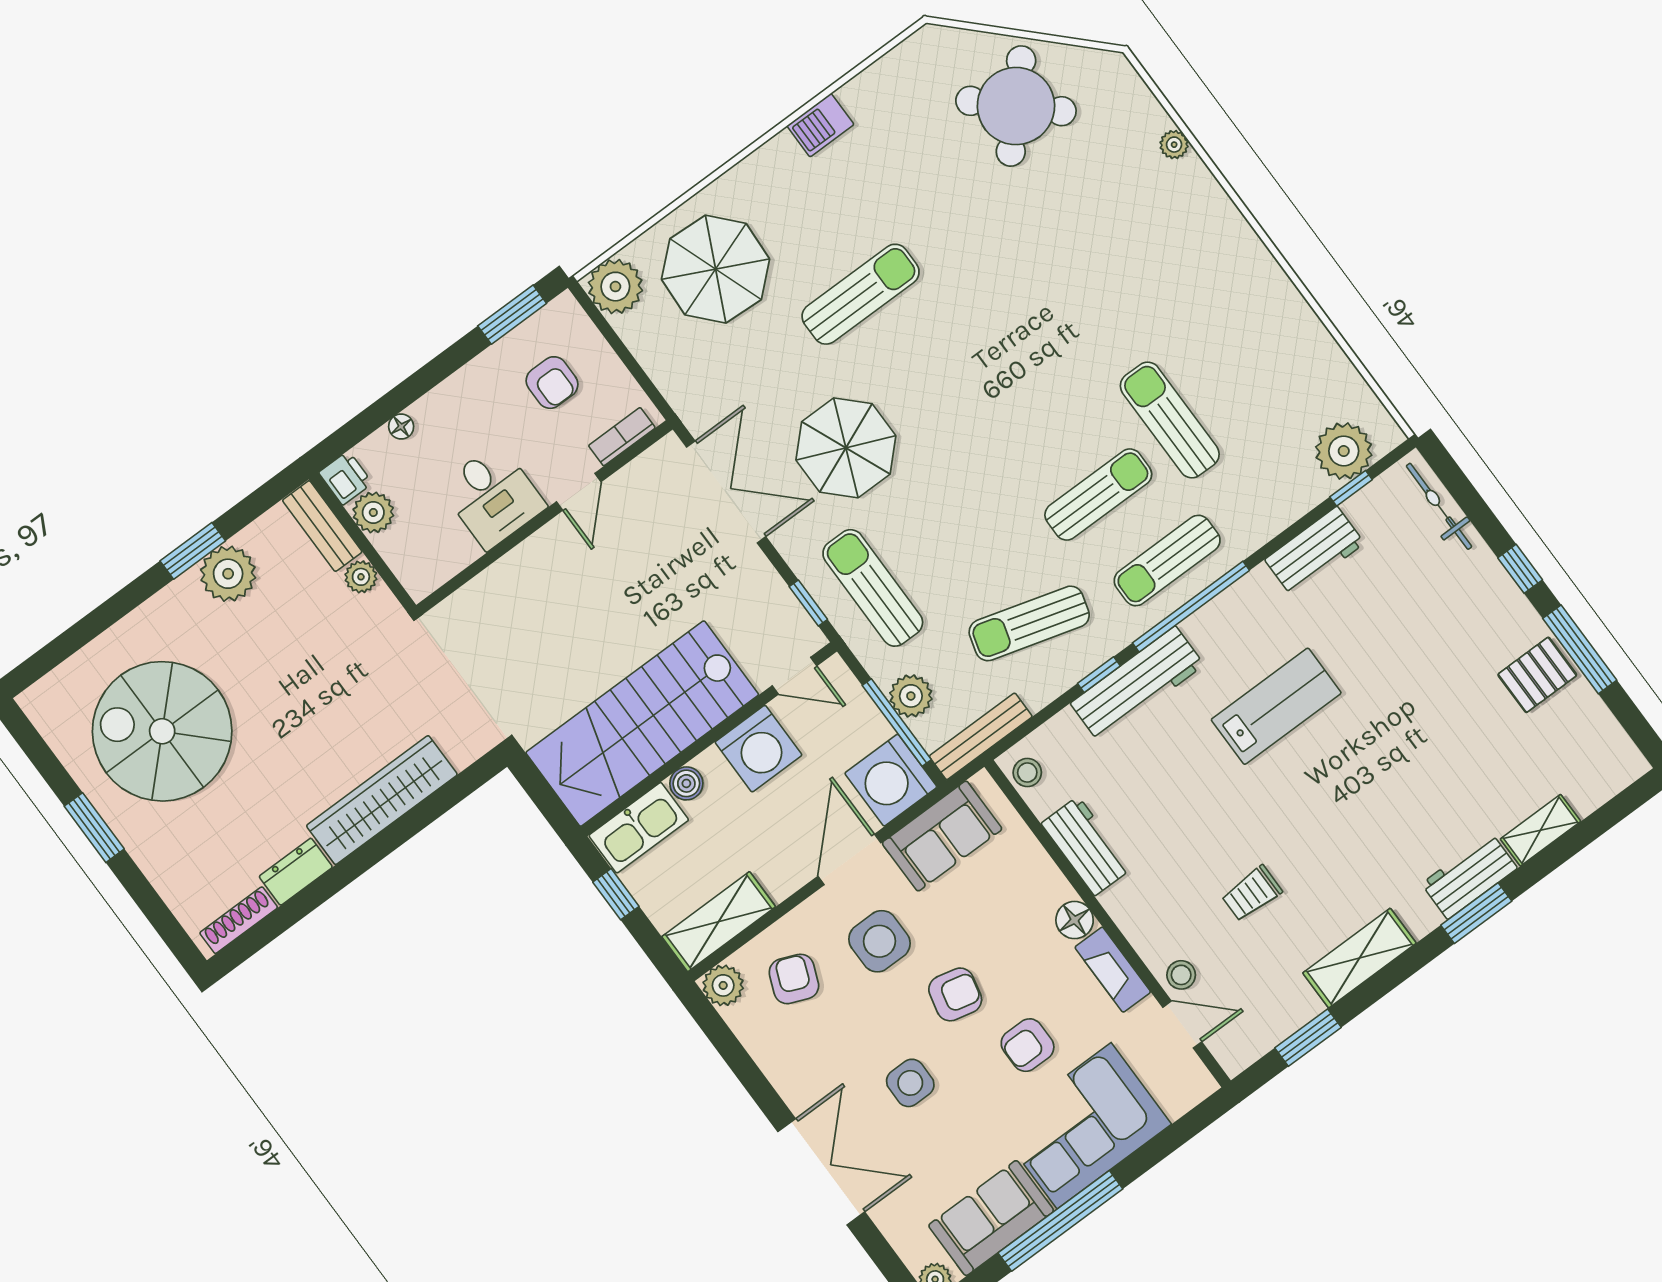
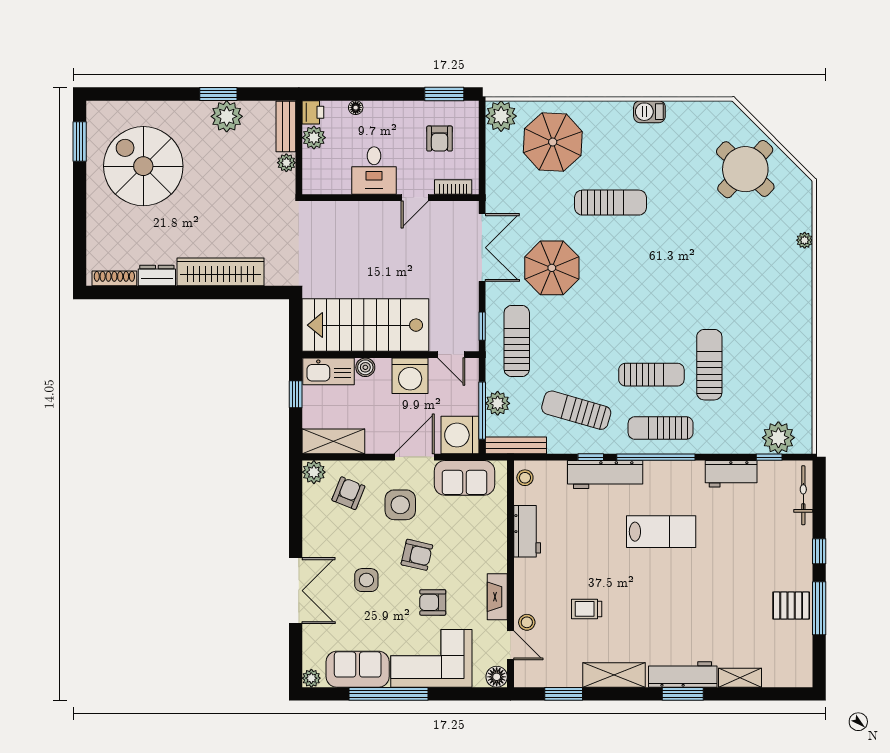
window: (94, 828) -> (80, 141), moved
workbench: (1469, 876) -> (683, 675), width x1.38
floor lamp: (1075, 920) -> (497, 677), moved

